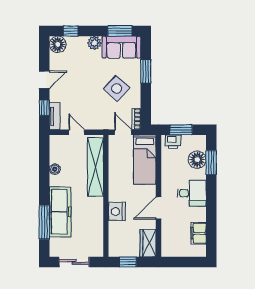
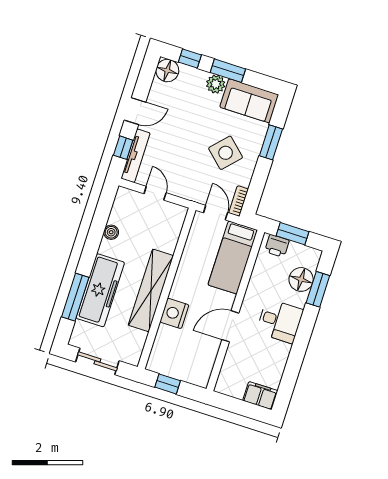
window: (120, 31) -> (228, 71), moved
tv unit: (55, 116) -> (136, 156), width x1.41
shelving: (95, 167) -> (151, 290), moved
filing cabinet: (199, 233) -> (260, 396), moved, turned 90
wardrobe: (148, 243) -> (202, 368), removed

